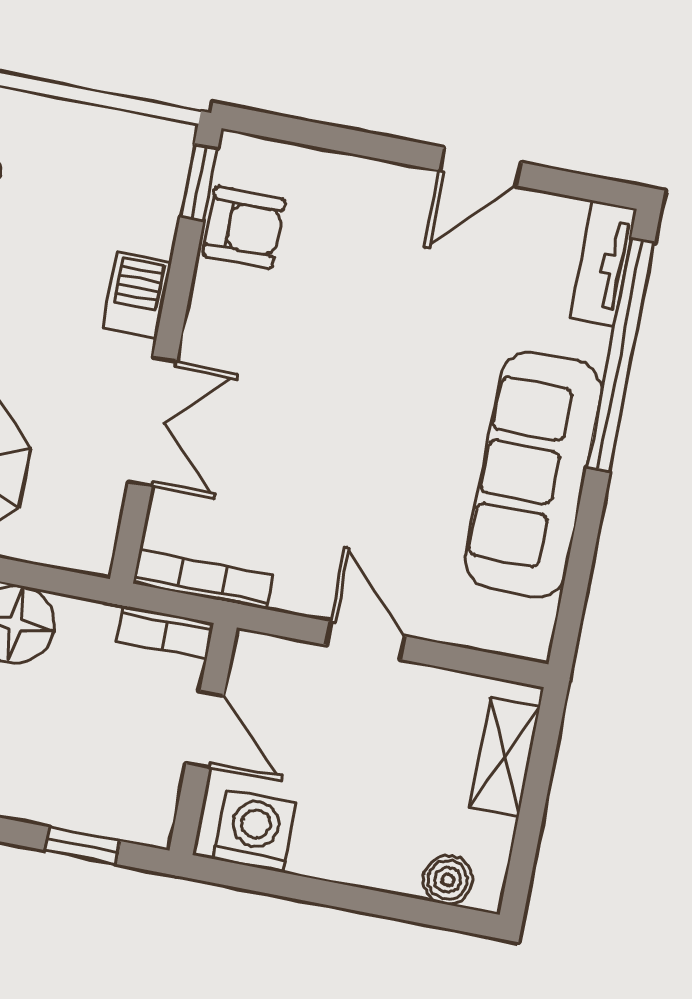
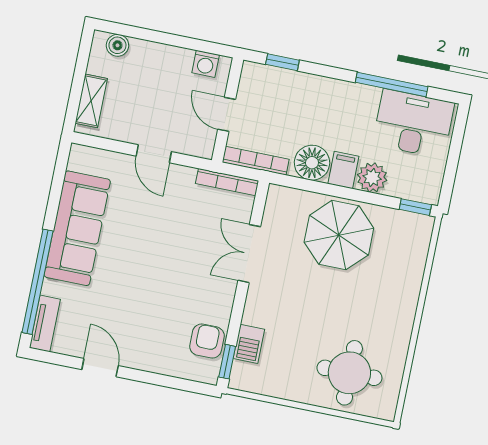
door: (480, 167) -> (100, 368), hinge flipped
armchair: (244, 227) -> (207, 341), turned 90
barbecue: (137, 295) -> (249, 344), moved
bookcase: (165, 632) -> (256, 161), width x1.56
washing machine: (255, 831) -> (206, 64), width x0.73, depth x0.73

